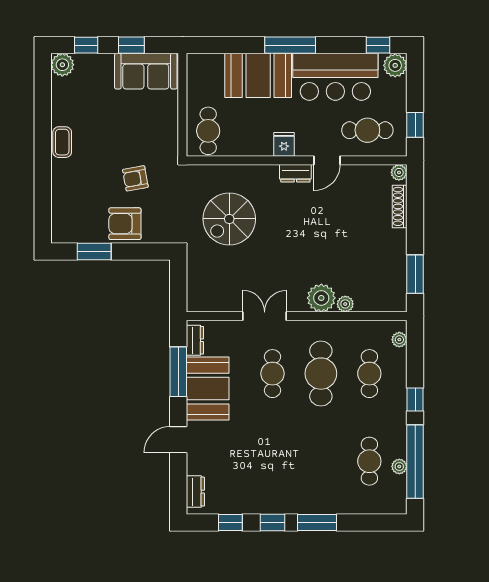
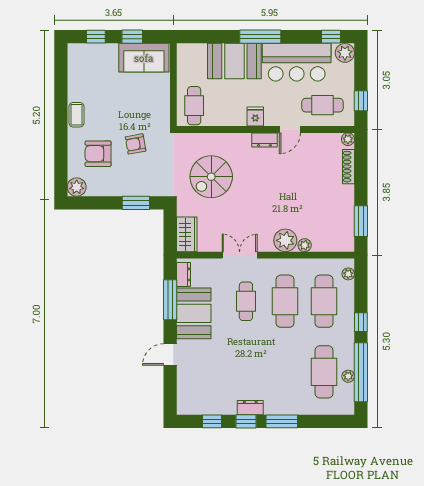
plant: (62, 65) -> (77, 187), moved
armchair: (125, 224) -> (98, 154), moved
window: (94, 251) -> (136, 203), moved
wardrobe: (199, 291) -> (187, 234), added
cafe table: (369, 374) -> (324, 301), width x1.37, depth x1.35
cafe table: (369, 461) -> (324, 372), width x1.37, depth x1.35
dresser: (195, 492) -> (250, 408), moved, turned -90

